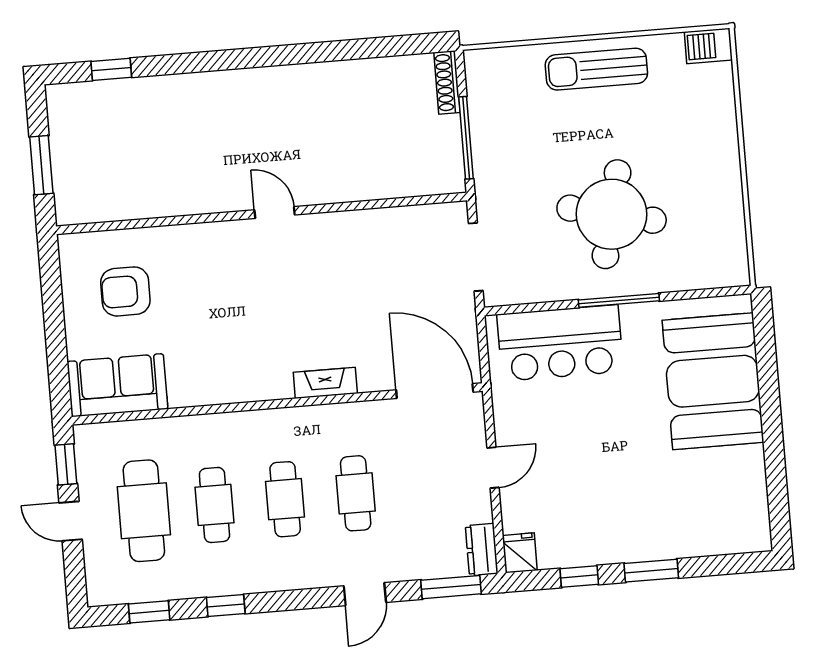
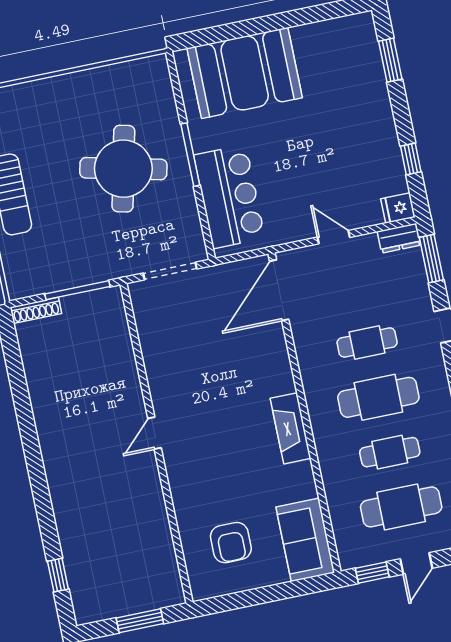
fireplace: (325, 383) -> (291, 428), moved, width x1.37, depth x1.32
cafe table: (285, 499) -> (378, 397), width x1.37, depth x1.35
window: (651, 571) -> (390, 60), moved

